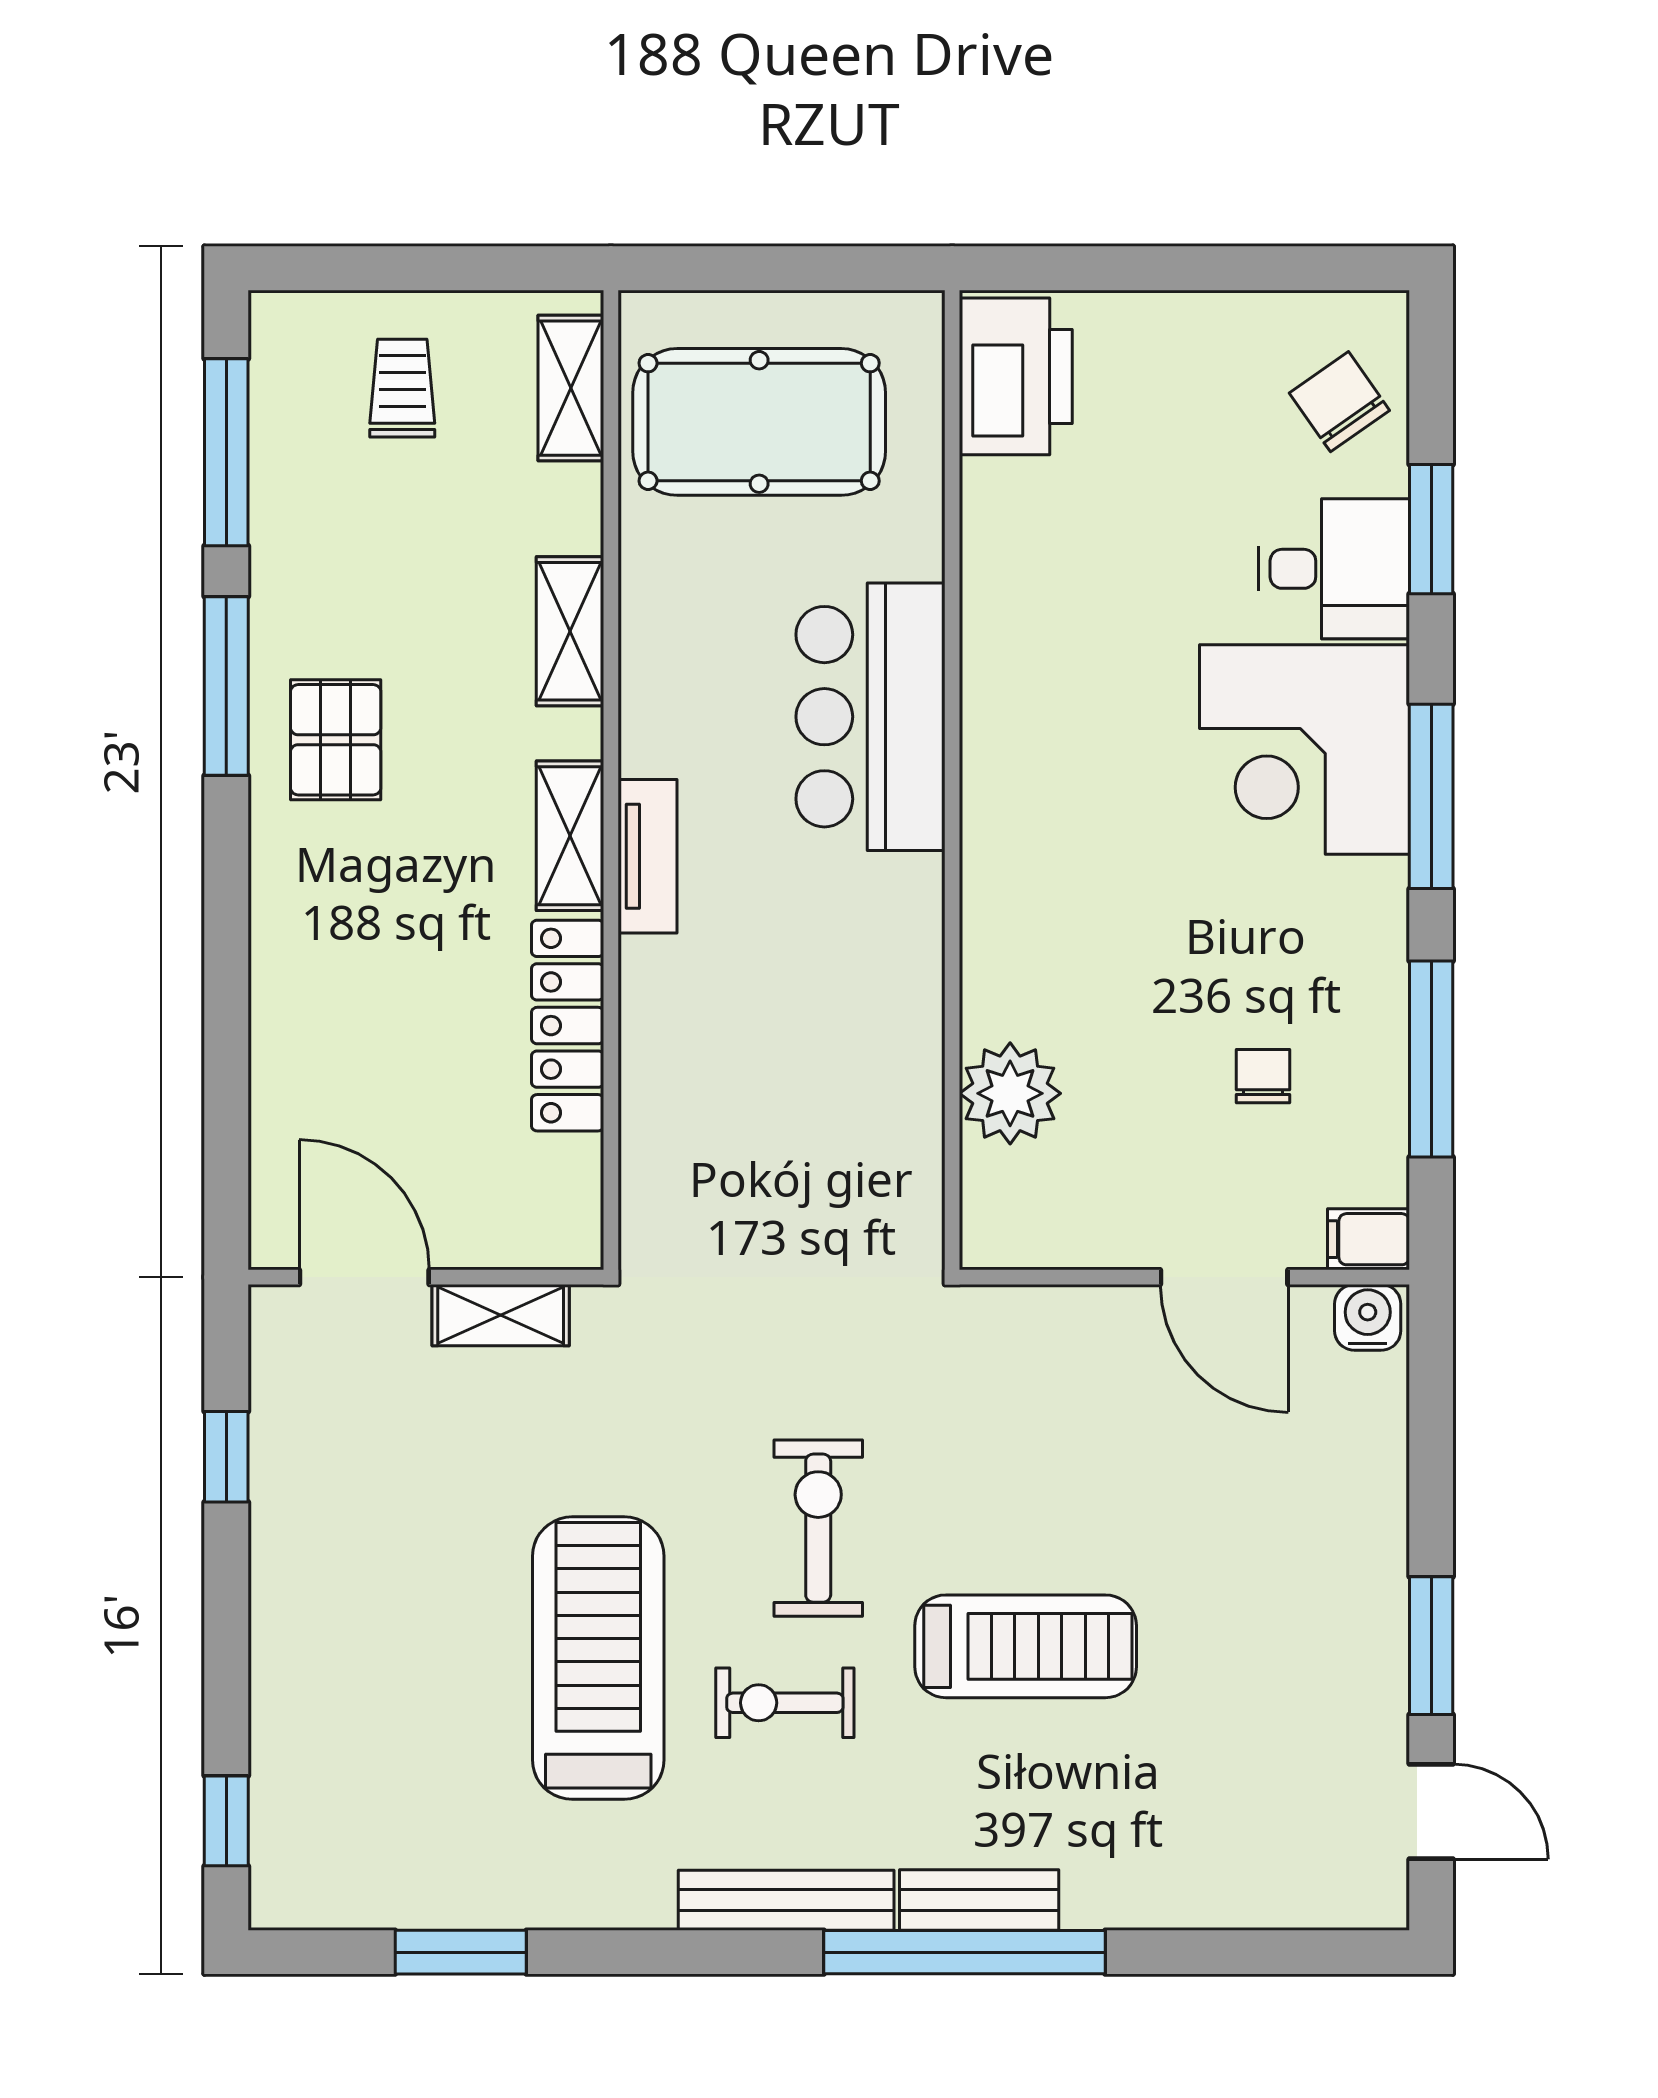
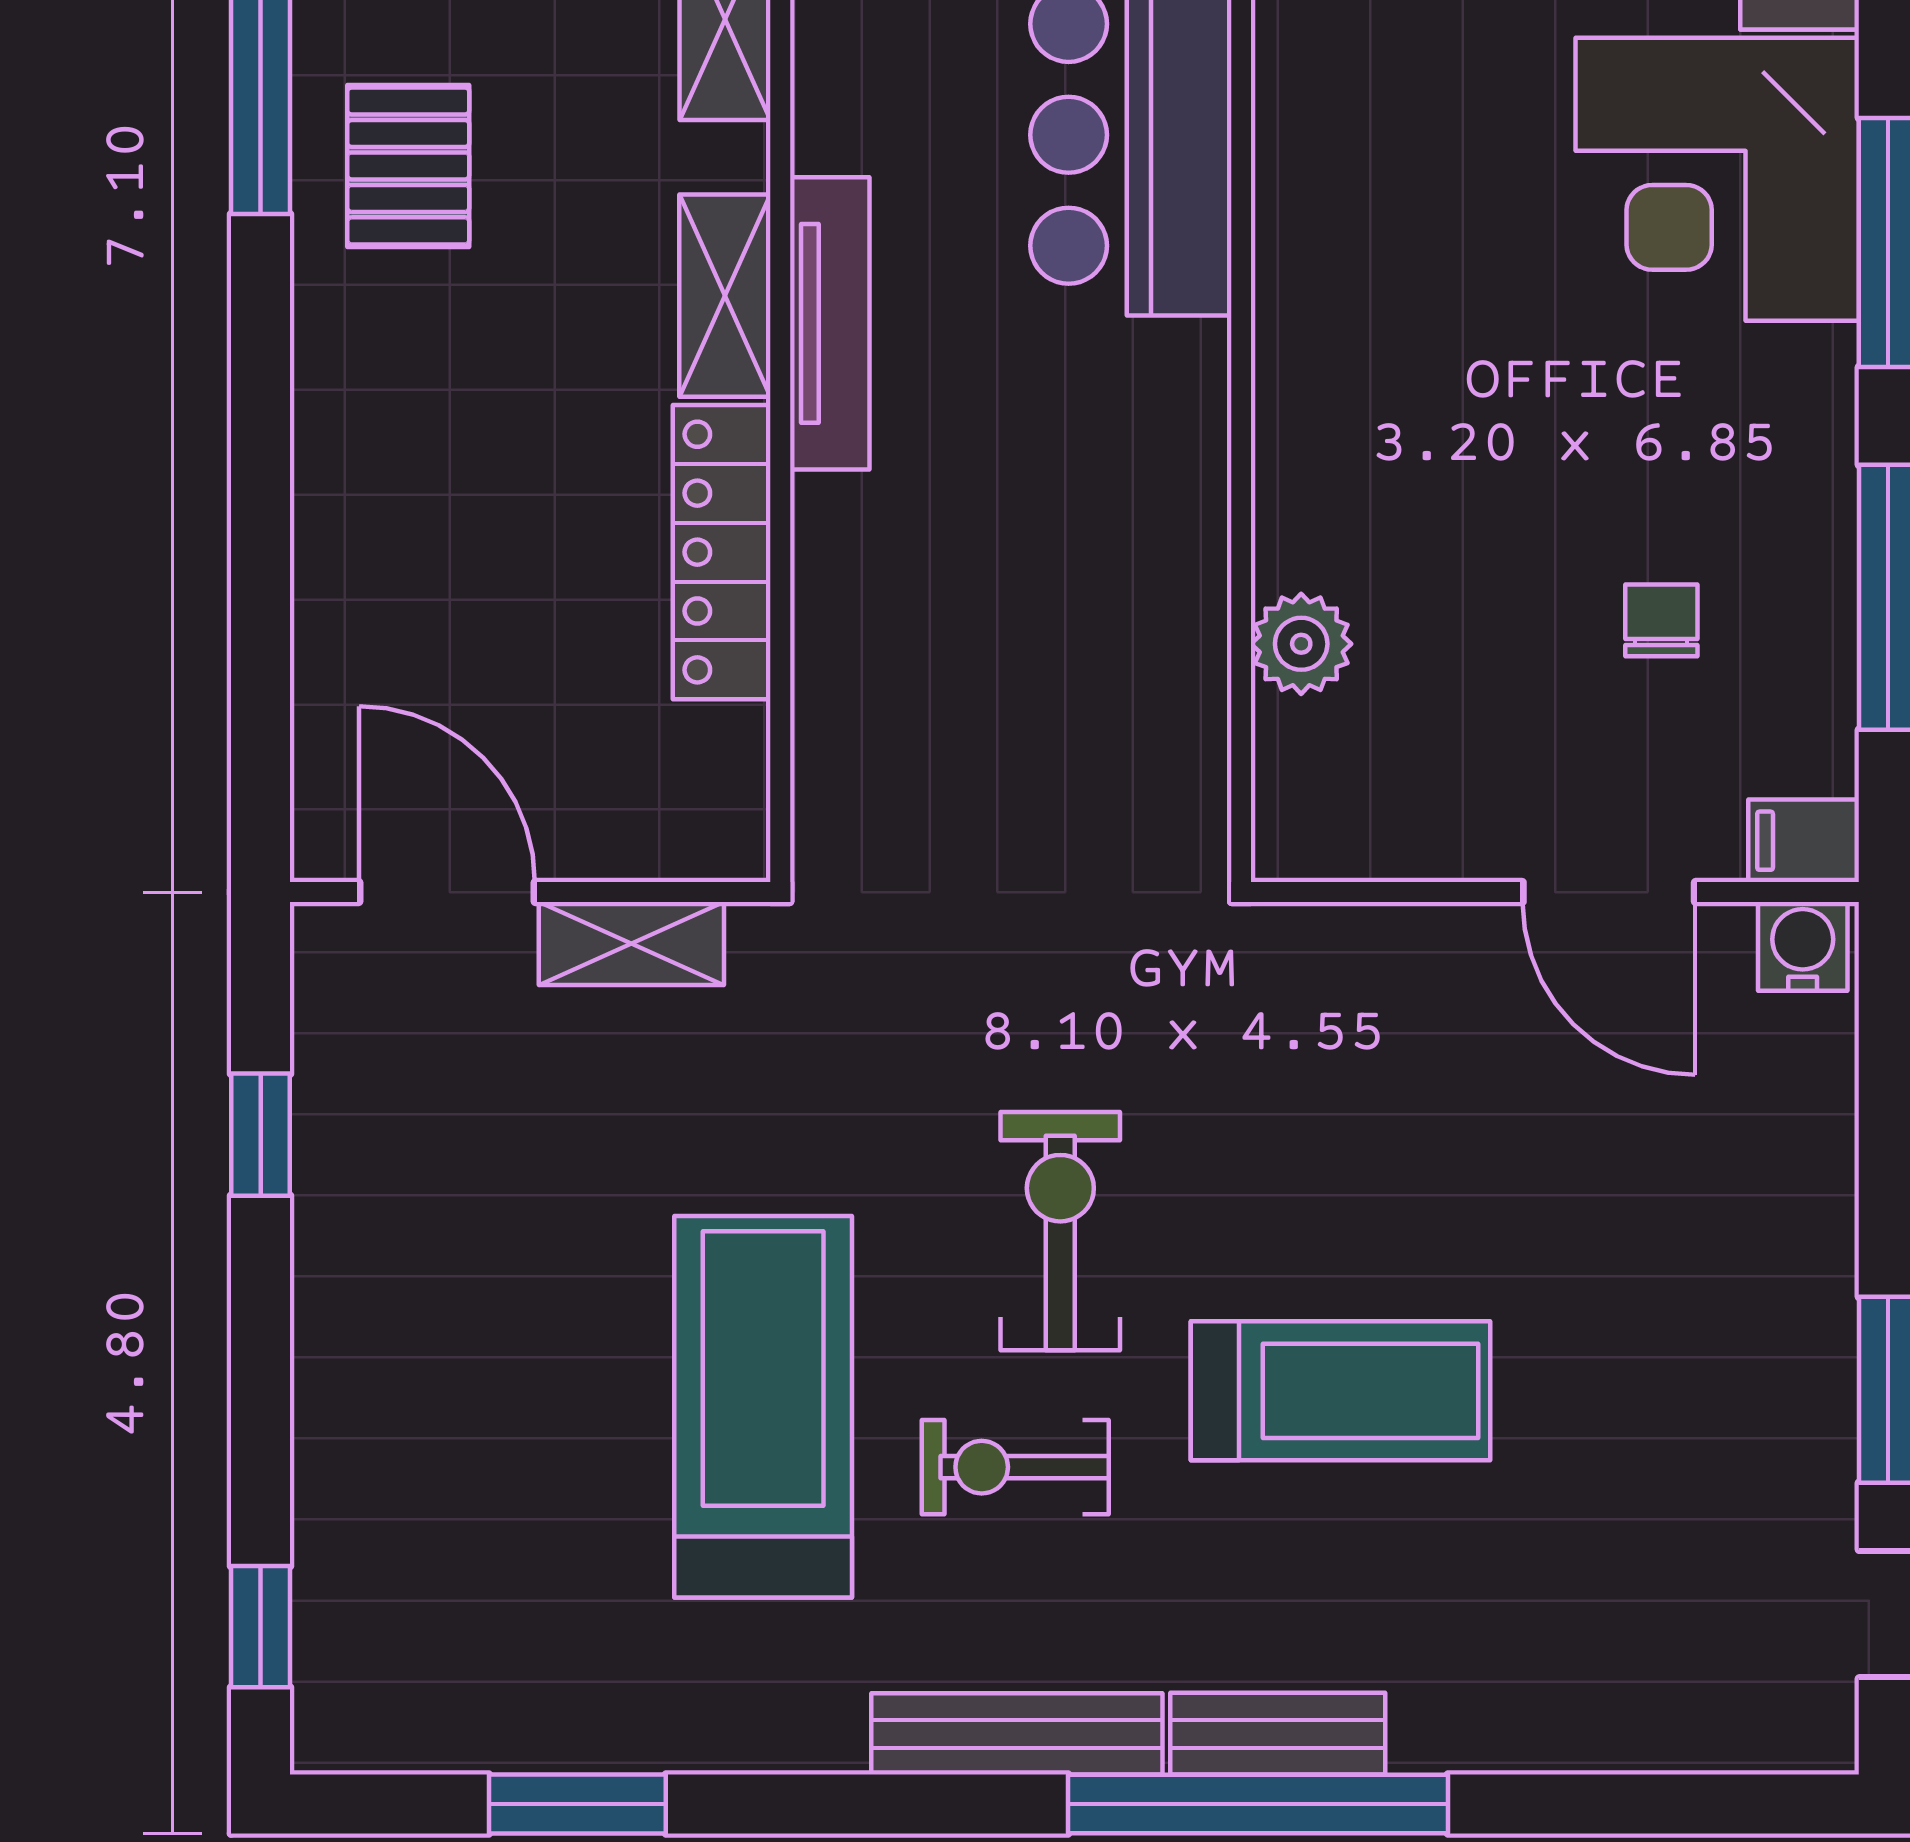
tv unit: (648, 856) -> (830, 323), width x1.41
plant: (1010, 1093) -> (1301, 644), width x0.73, depth x0.73

